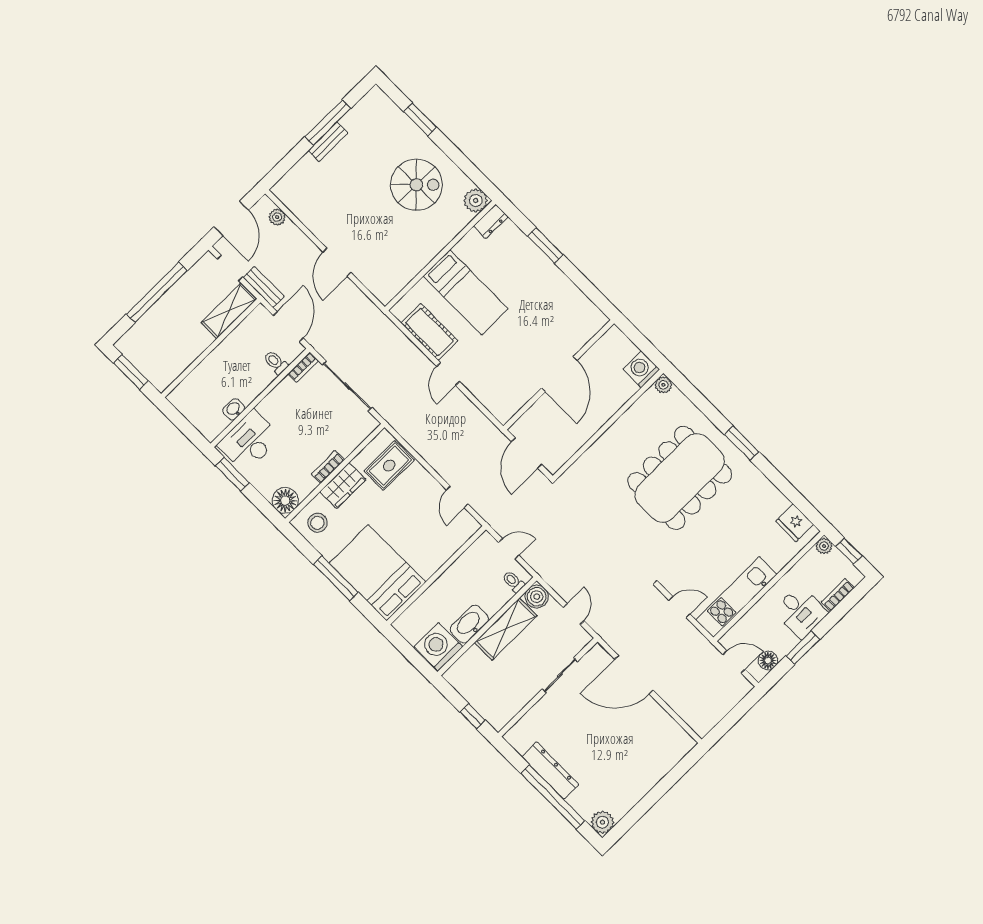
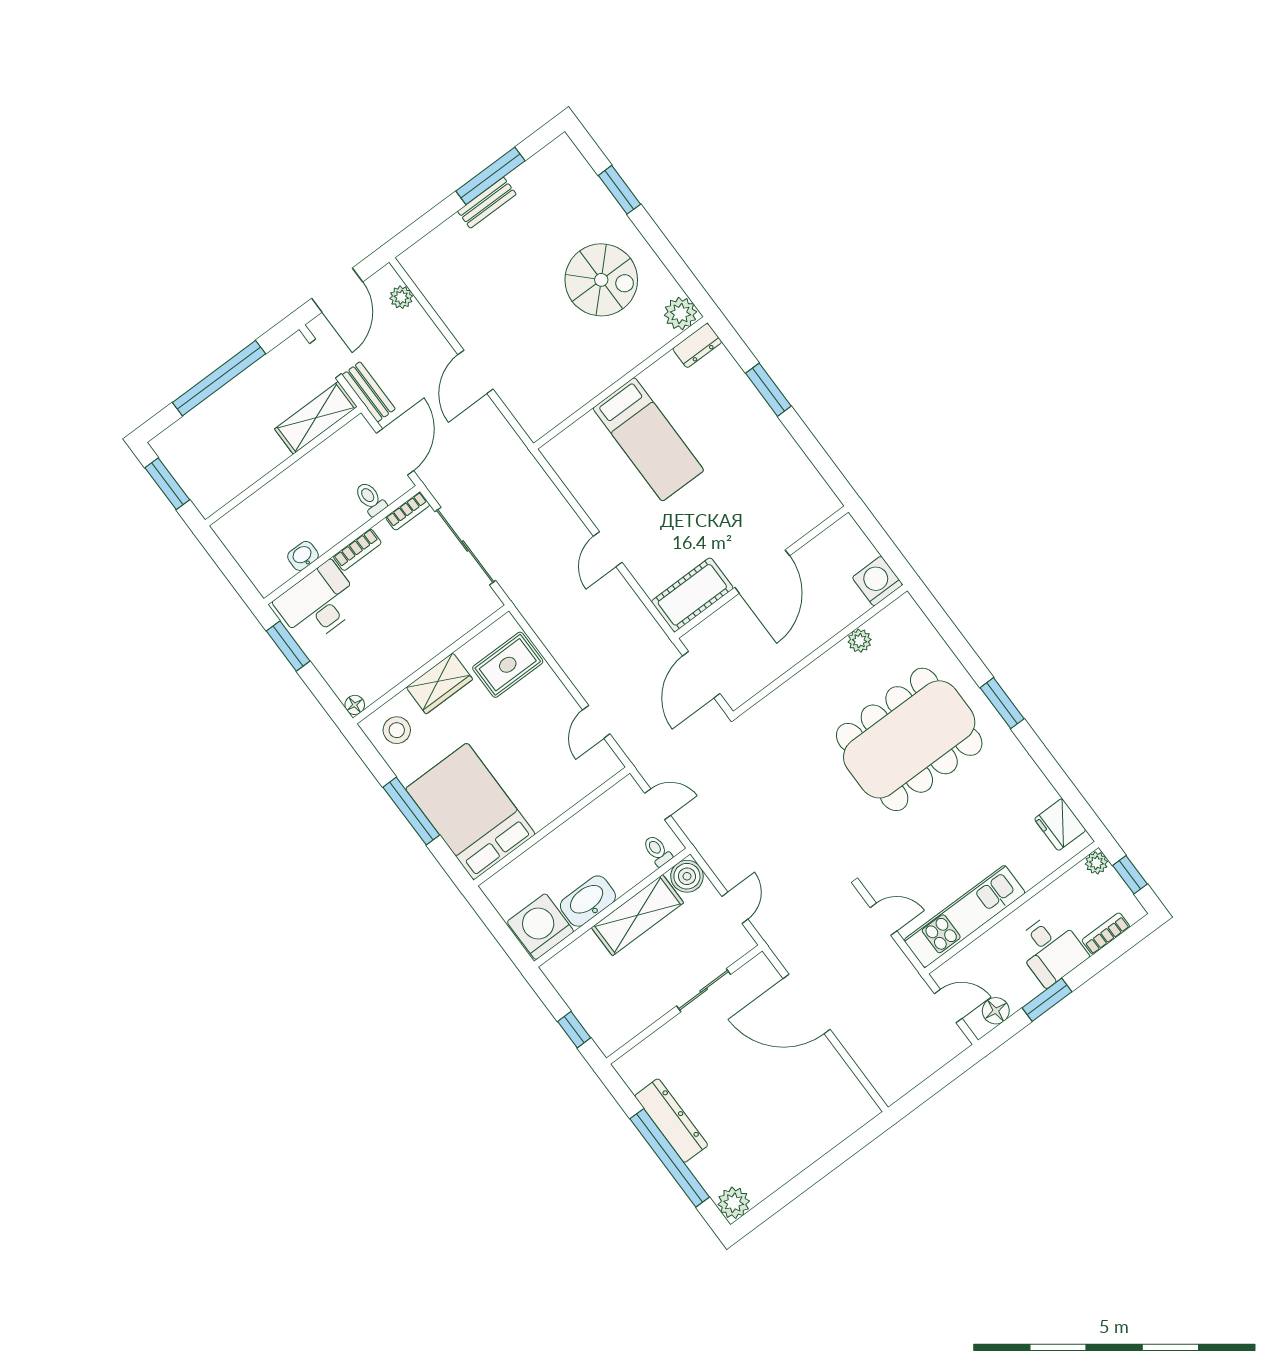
cot: (429, 332) -> (692, 595), moved, turned 90
plant: (663, 385) -> (860, 641), moved
bookcase: (328, 467) -> (357, 550), moved, turned 180
floor lamp: (285, 501) -> (355, 705), width x0.53, depth x0.53

